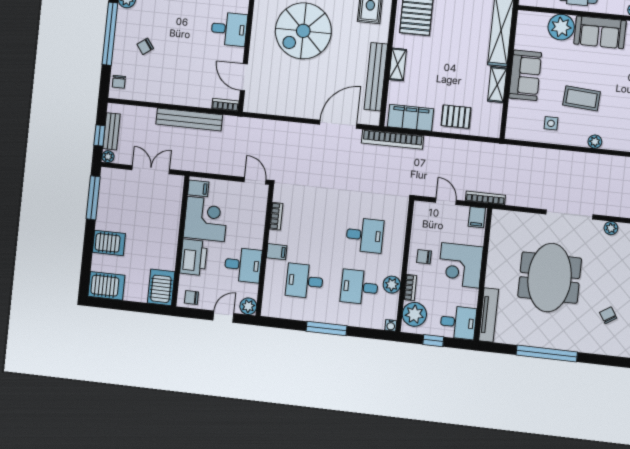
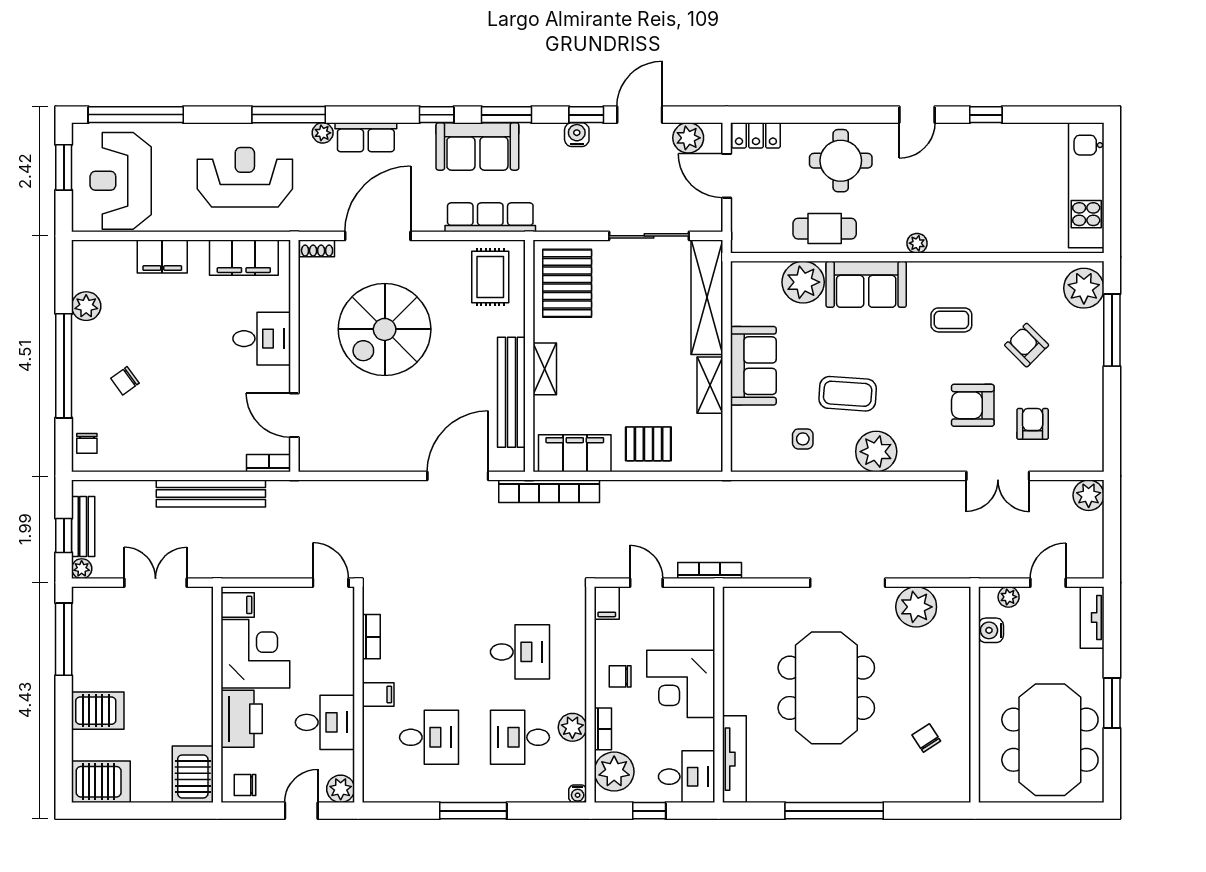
plant: (595, 142) -> (876, 452), width x1.88, depth x1.88
filing cabinet: (477, 217) -> (607, 603), moved
plant: (611, 228) -> (916, 607), width x1.87, depth x1.87
desk: (305, 281) -> (429, 737), turned 180

